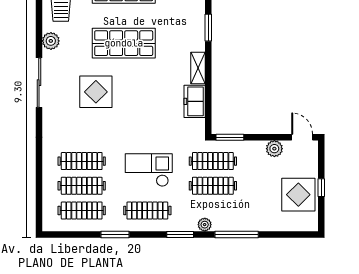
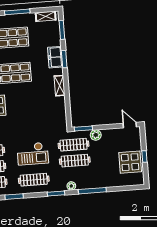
freezer: (195, 101) -> (55, 57), moved
plant: (274, 149) -> (96, 135), moved
checkout: (149, 170) -> (33, 154), turned 180

